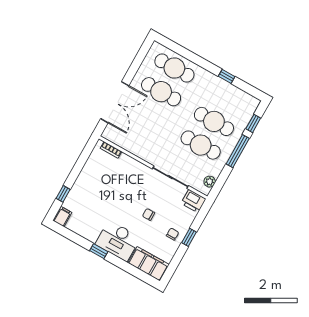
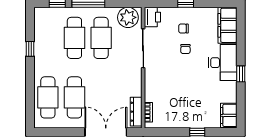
dresser: (118, 139) -> (136, 112), added
plant: (210, 182) -> (128, 17), width x1.87, depth x1.87
window: (63, 194) -> (197, 132), moved
filing cabinet: (62, 217) -> (229, 115), width x2.00
chair: (173, 234) -> (183, 29), moved

